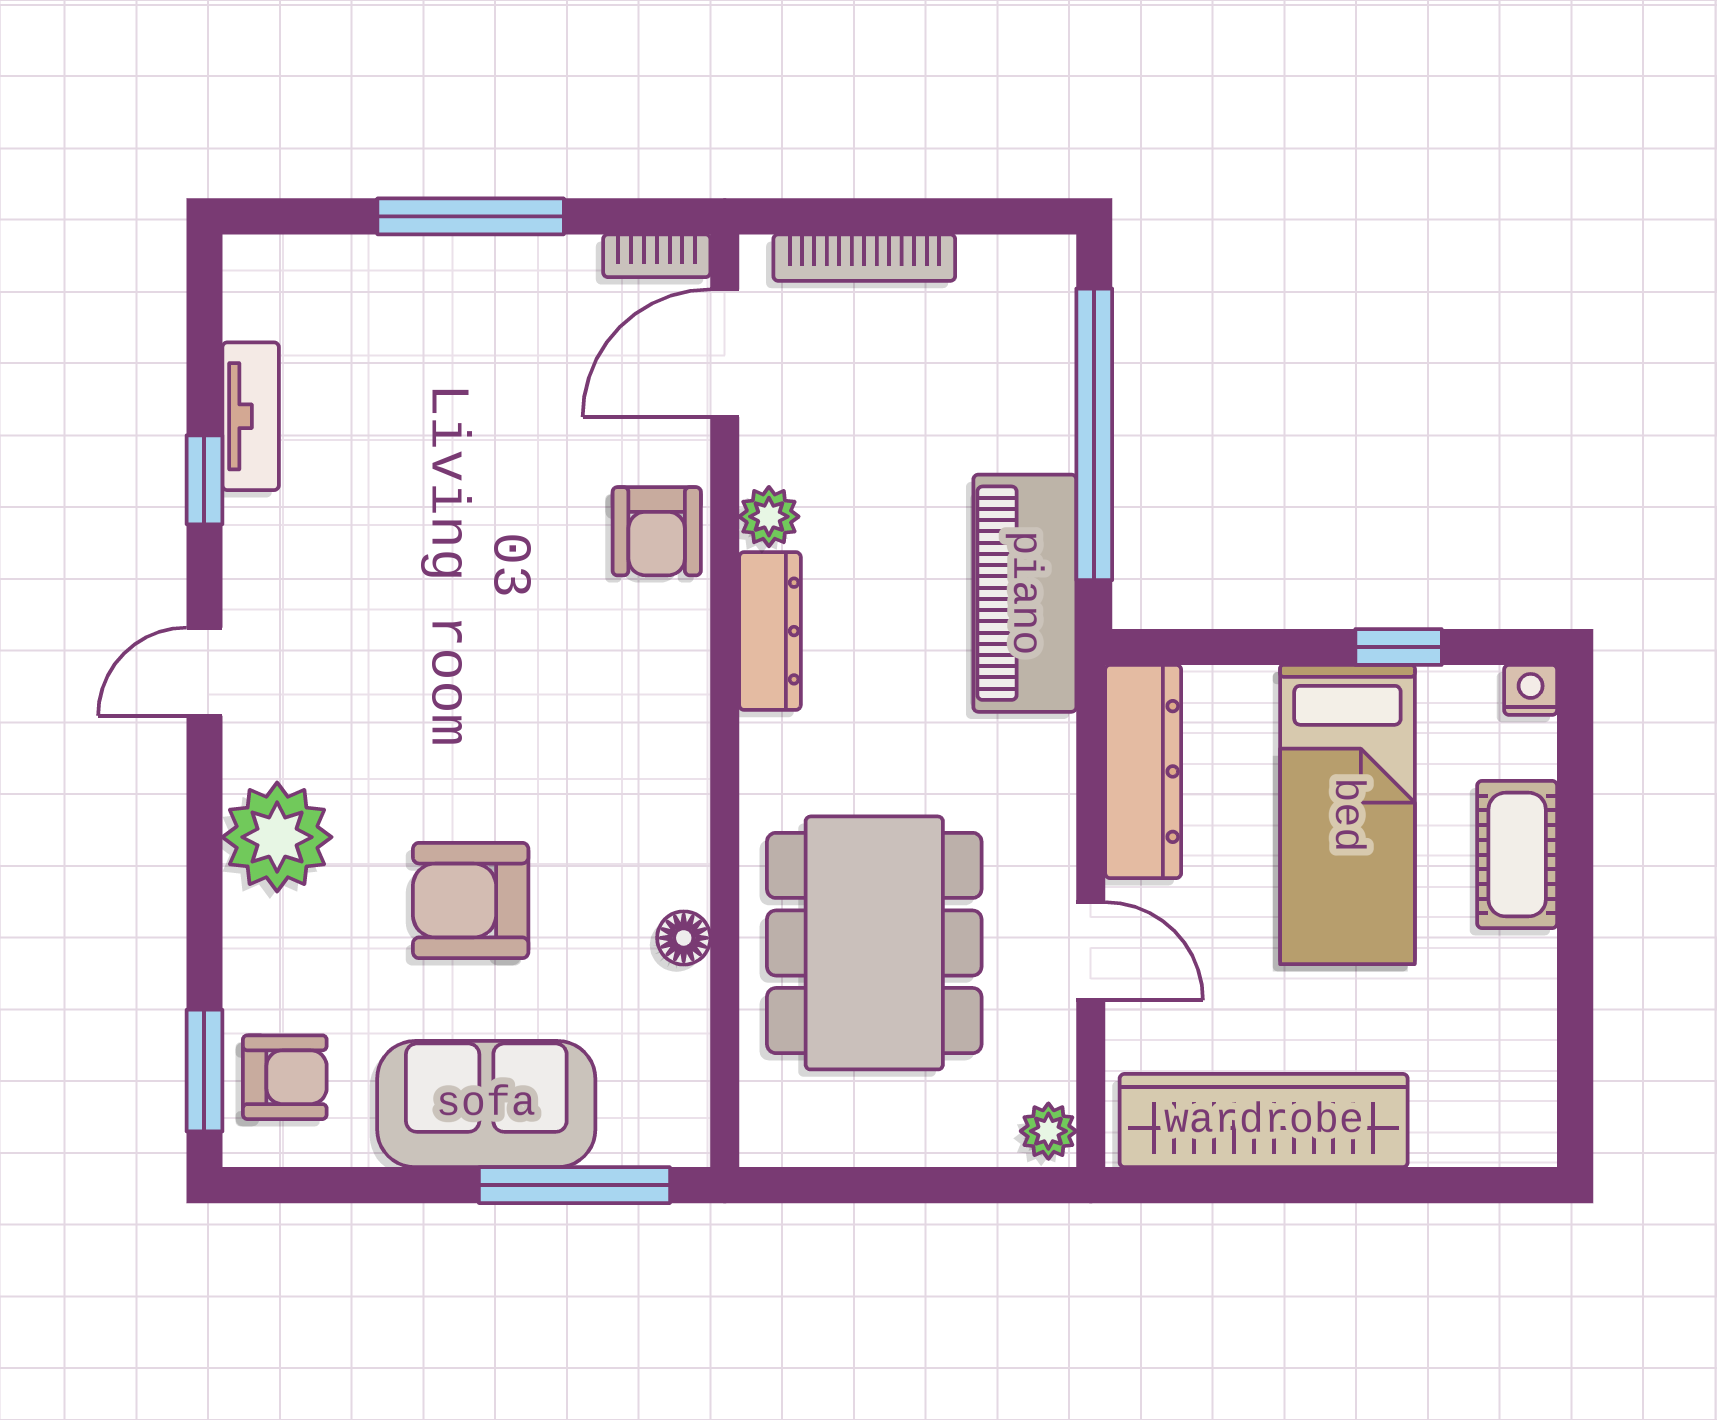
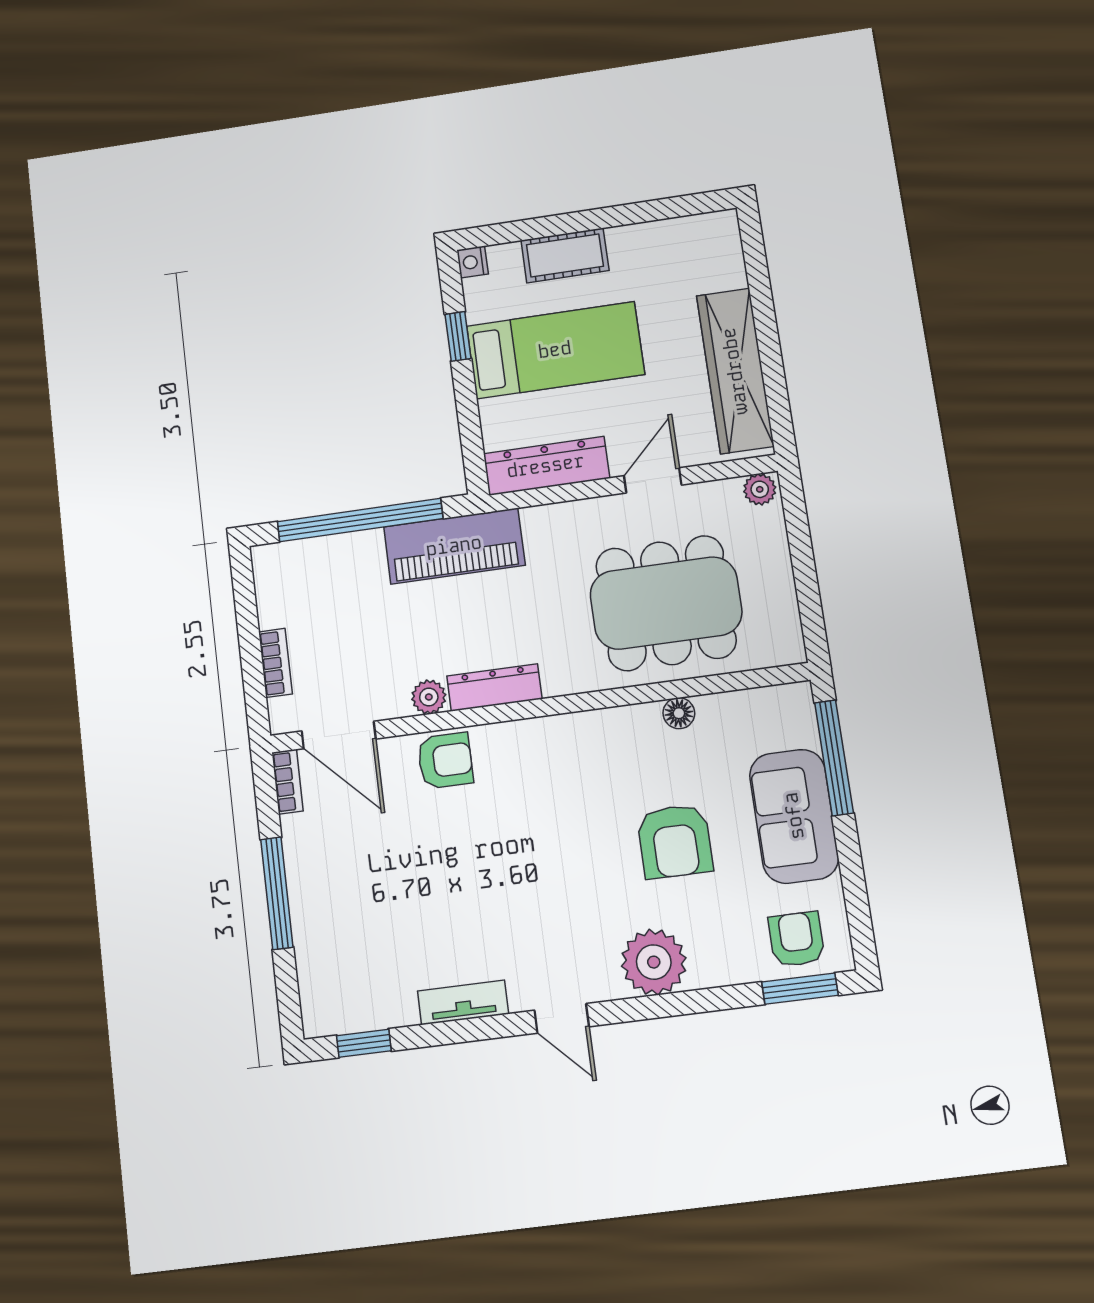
bookcase: (864, 258) -> (275, 663), width x0.64
tv unit: (251, 416) -> (463, 1002), moved
window: (204, 480) -> (364, 1043), moved

